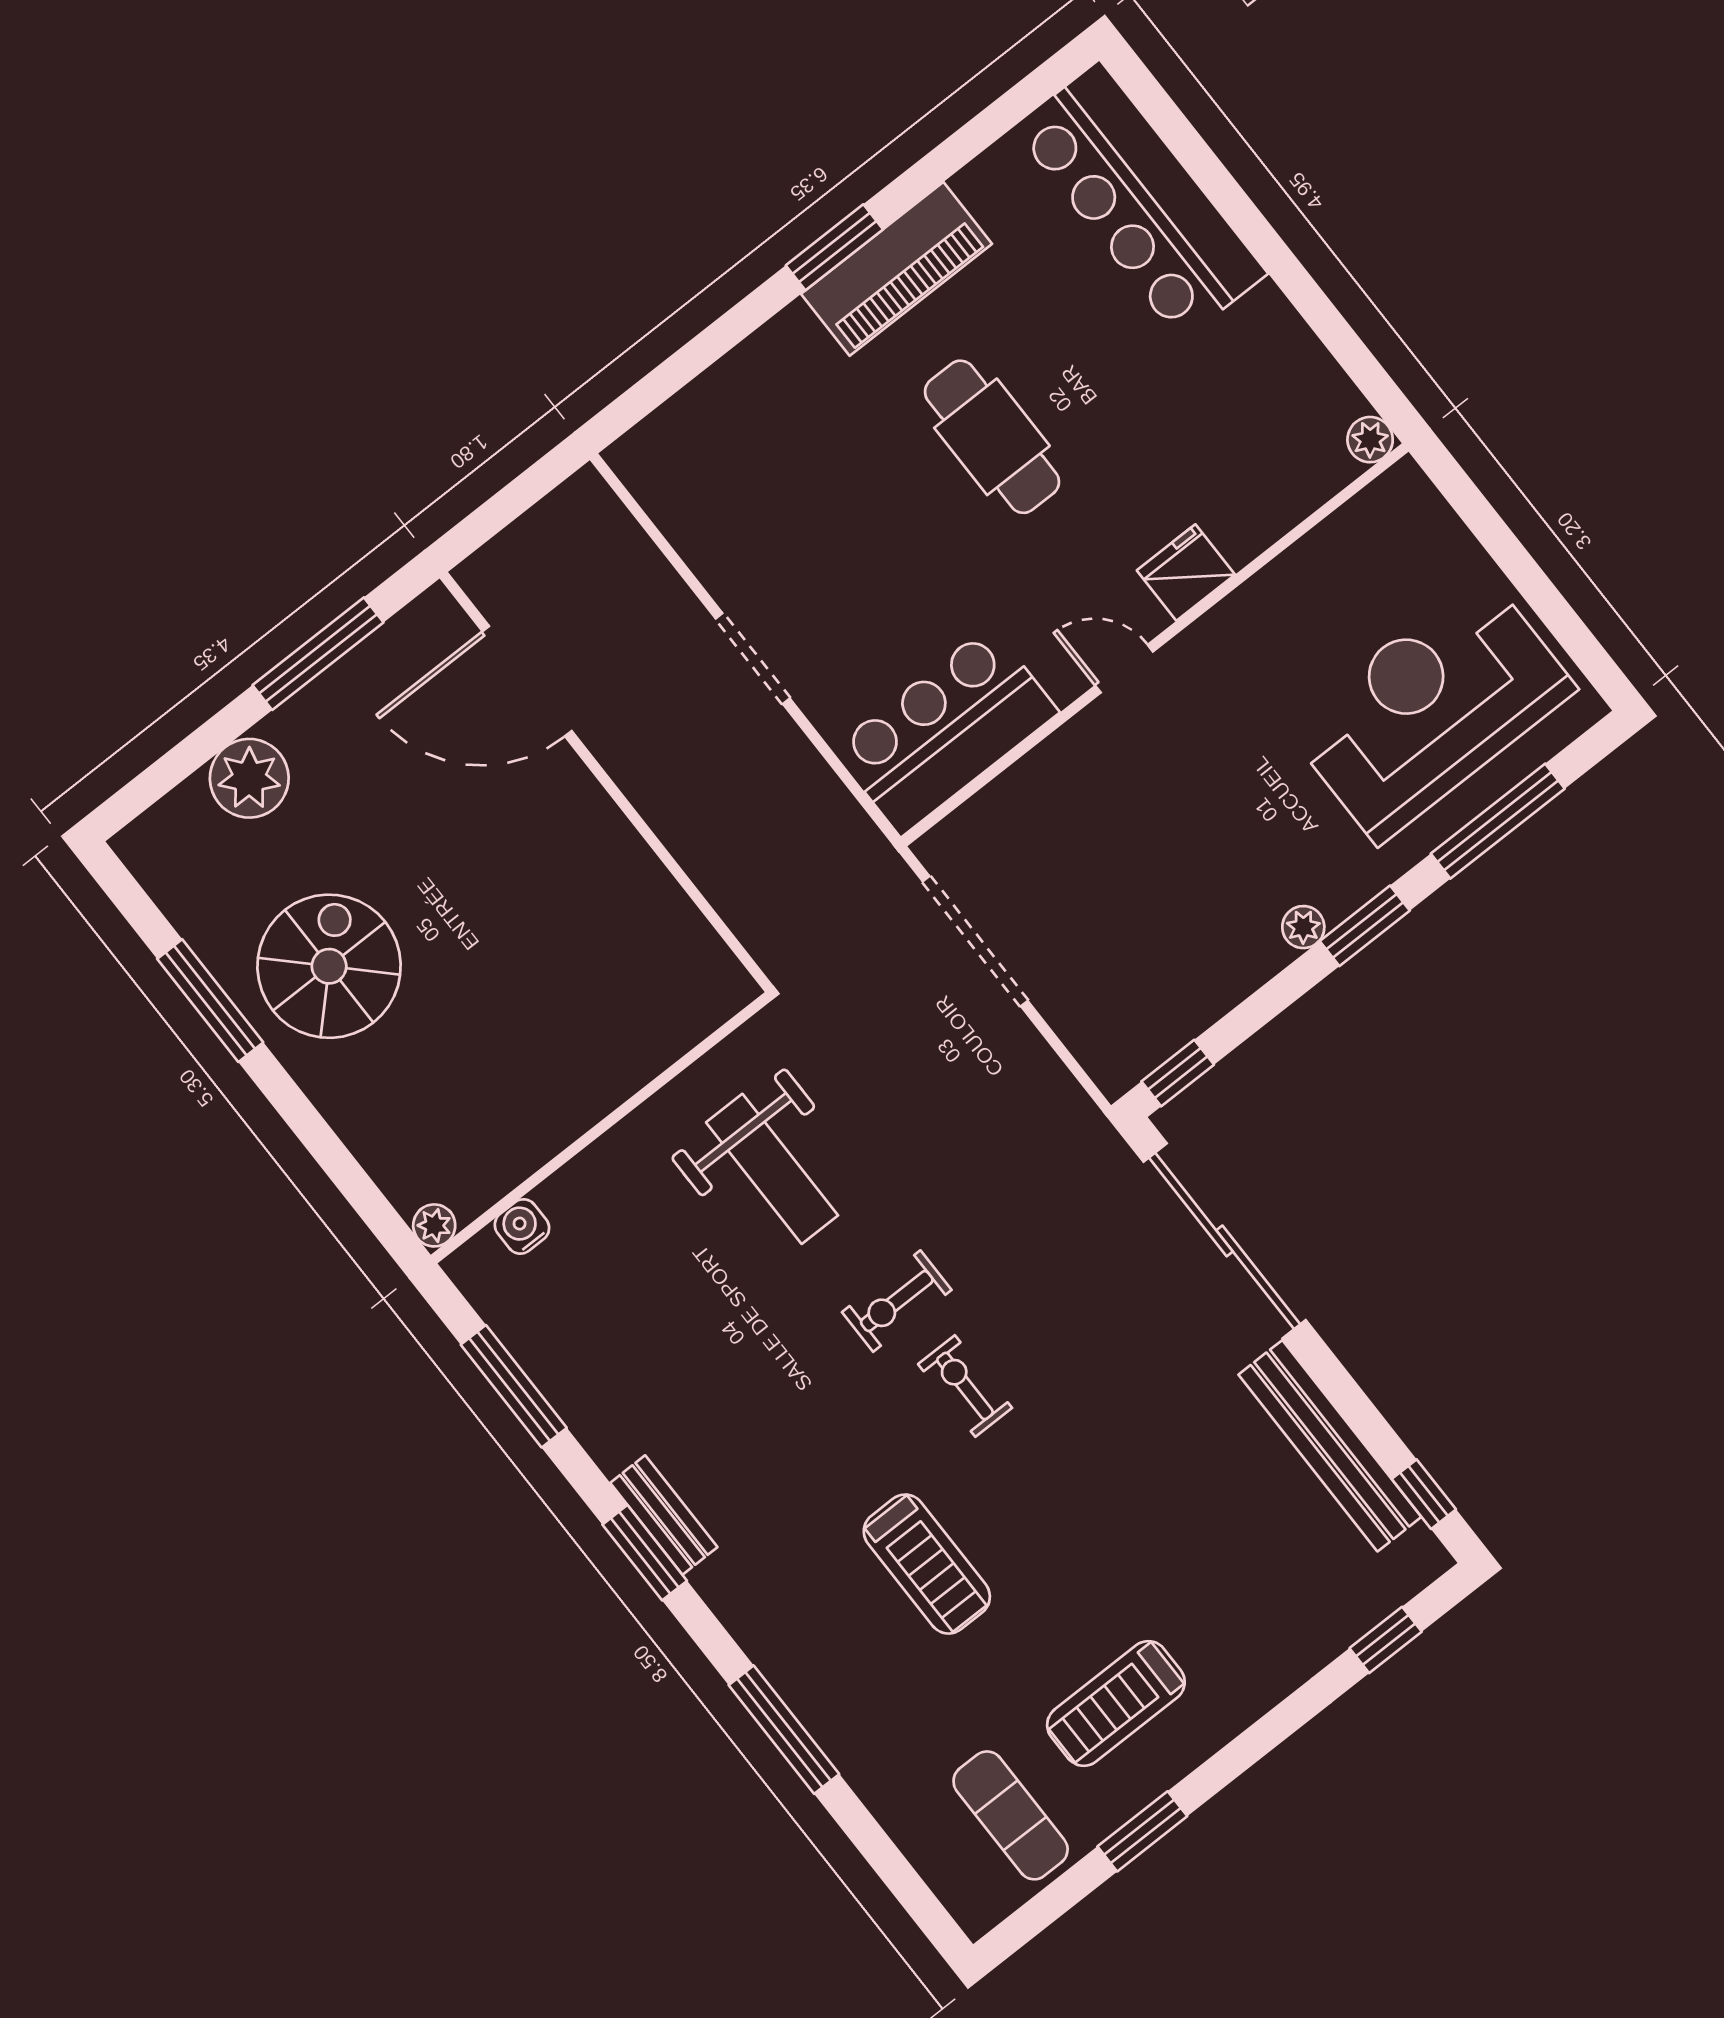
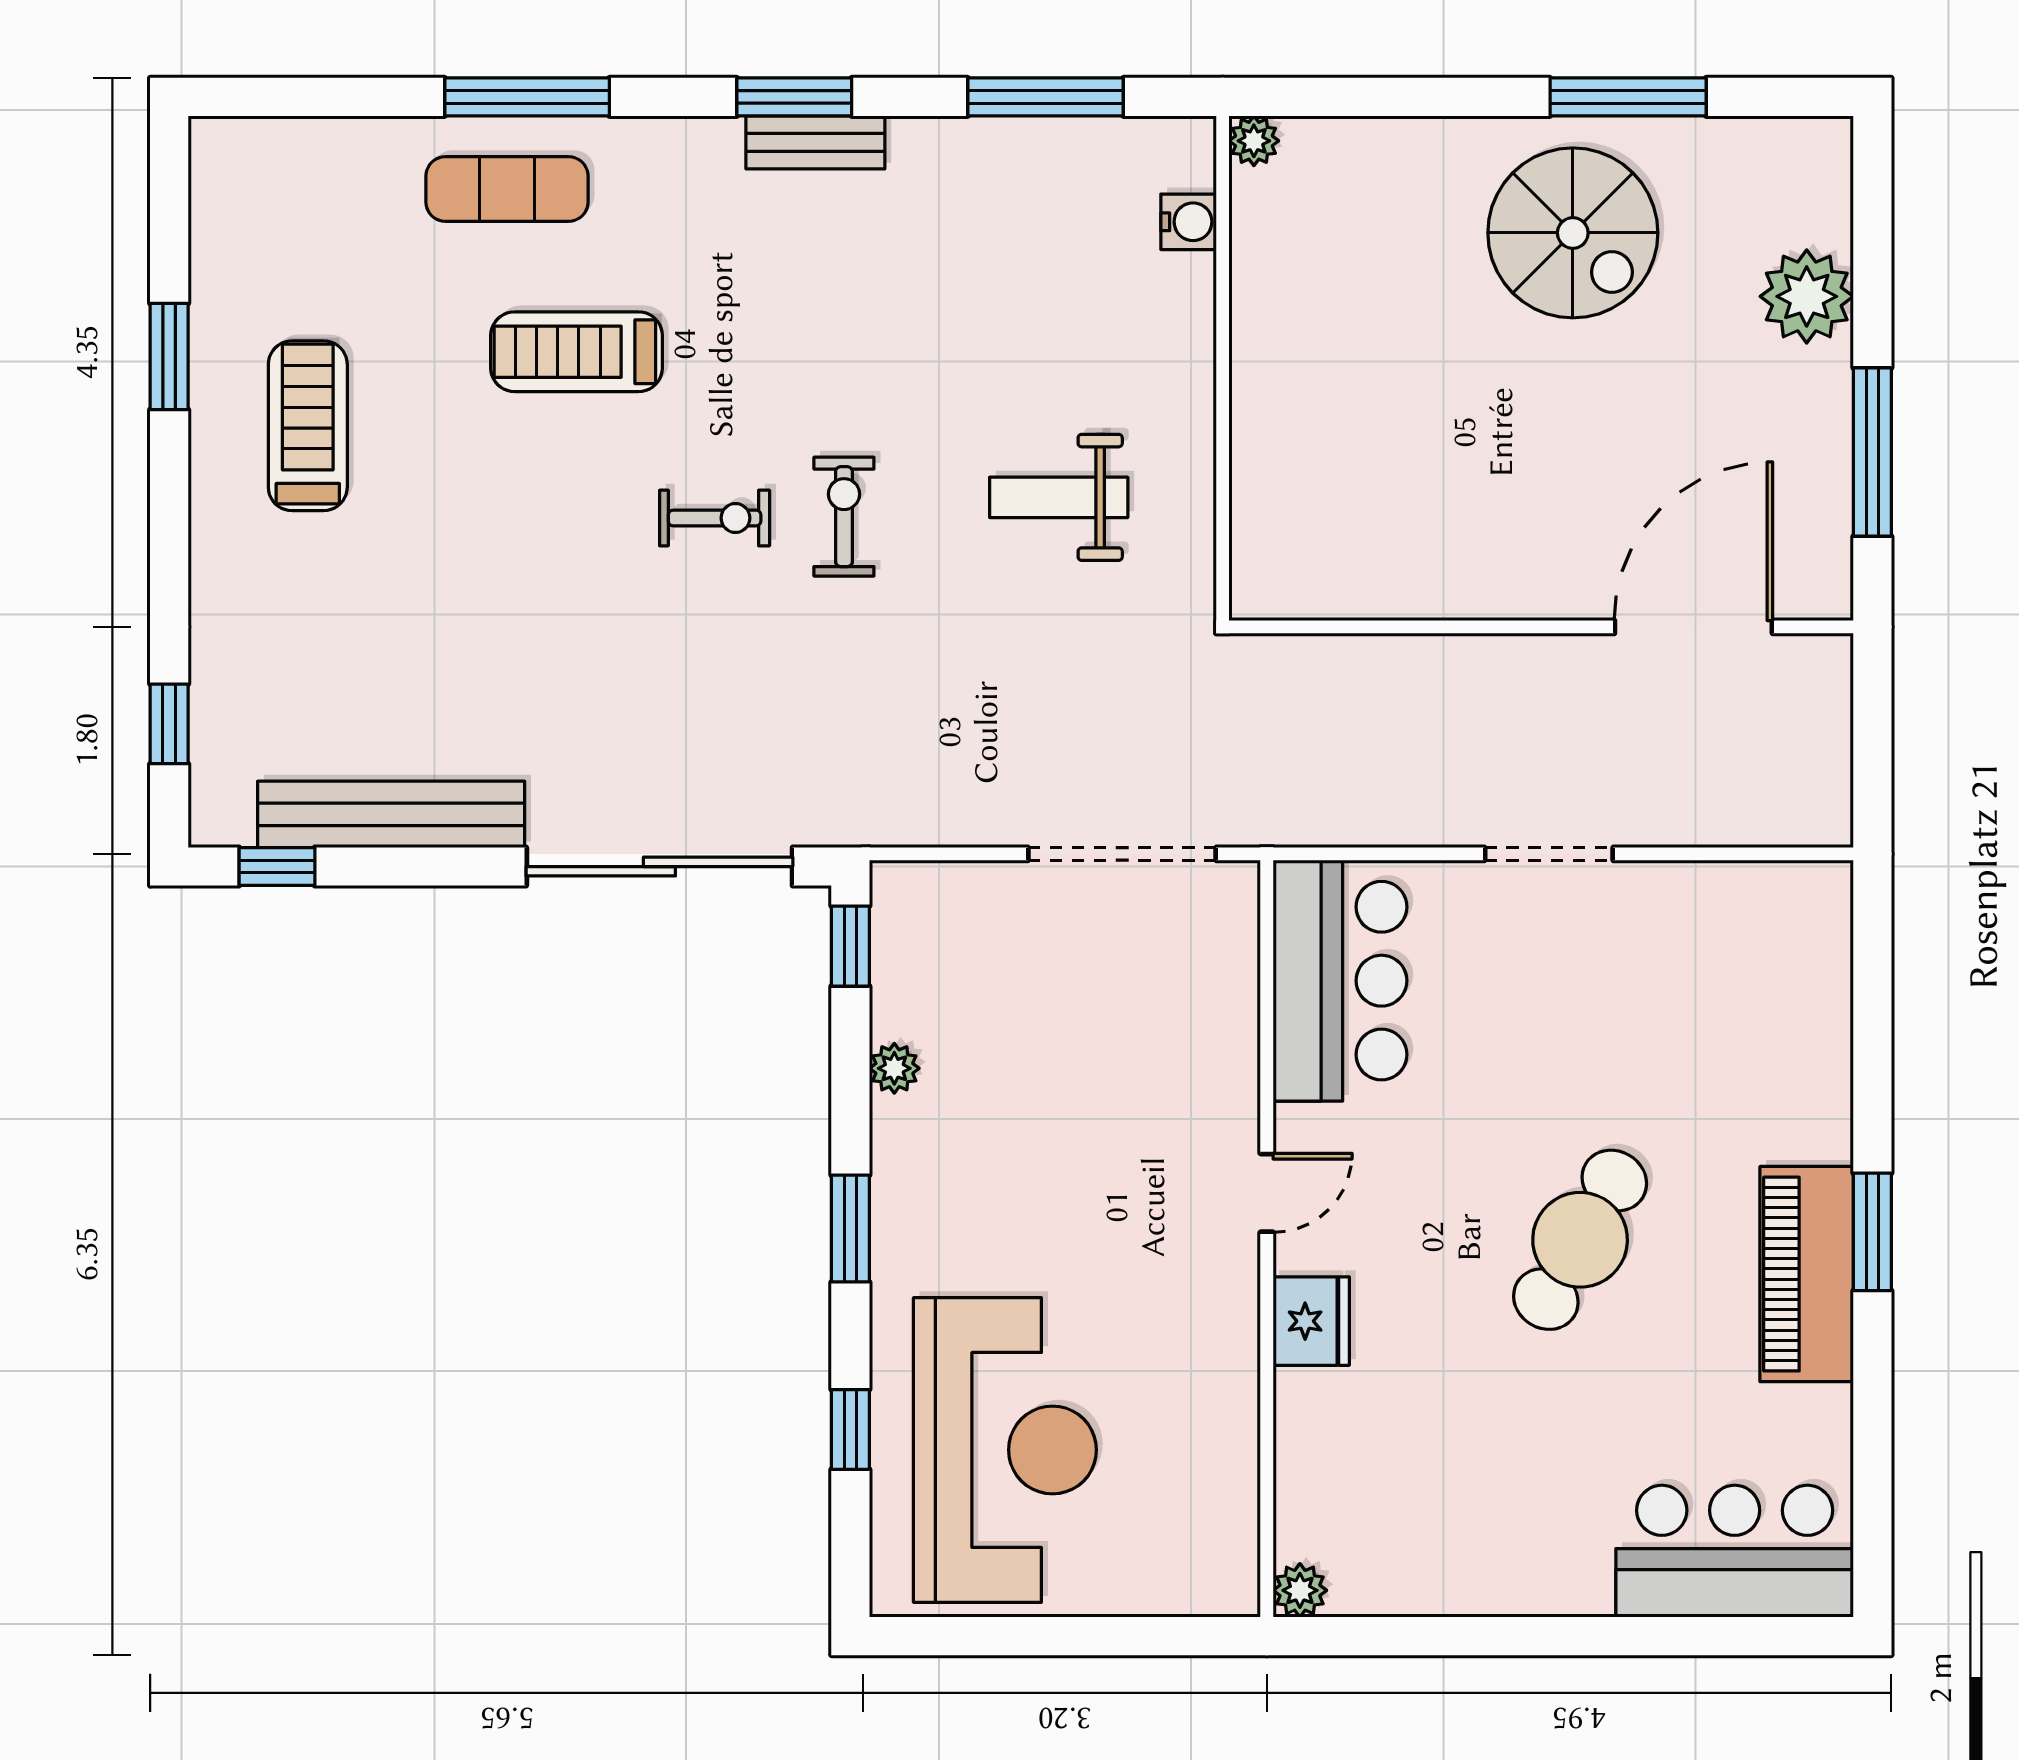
bar counter: (1140, 201) -> (1735, 1551), width x0.73
cafe table: (992, 437) -> (1580, 1240), turned -60
window: (1498, 821) -> (850, 1429), width x0.46
plant: (1303, 927) -> (894, 1068), moved
weight bench: (772, 1169) -> (1059, 497), width x0.73, depth x0.75
exercise mat: (1011, 1815) -> (507, 189), moved

